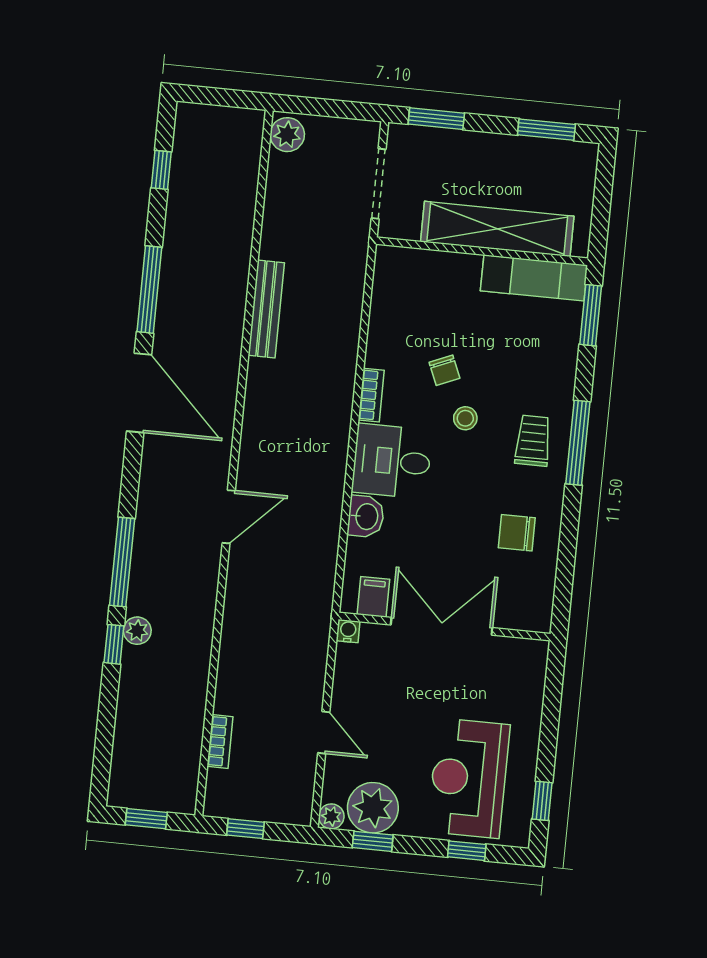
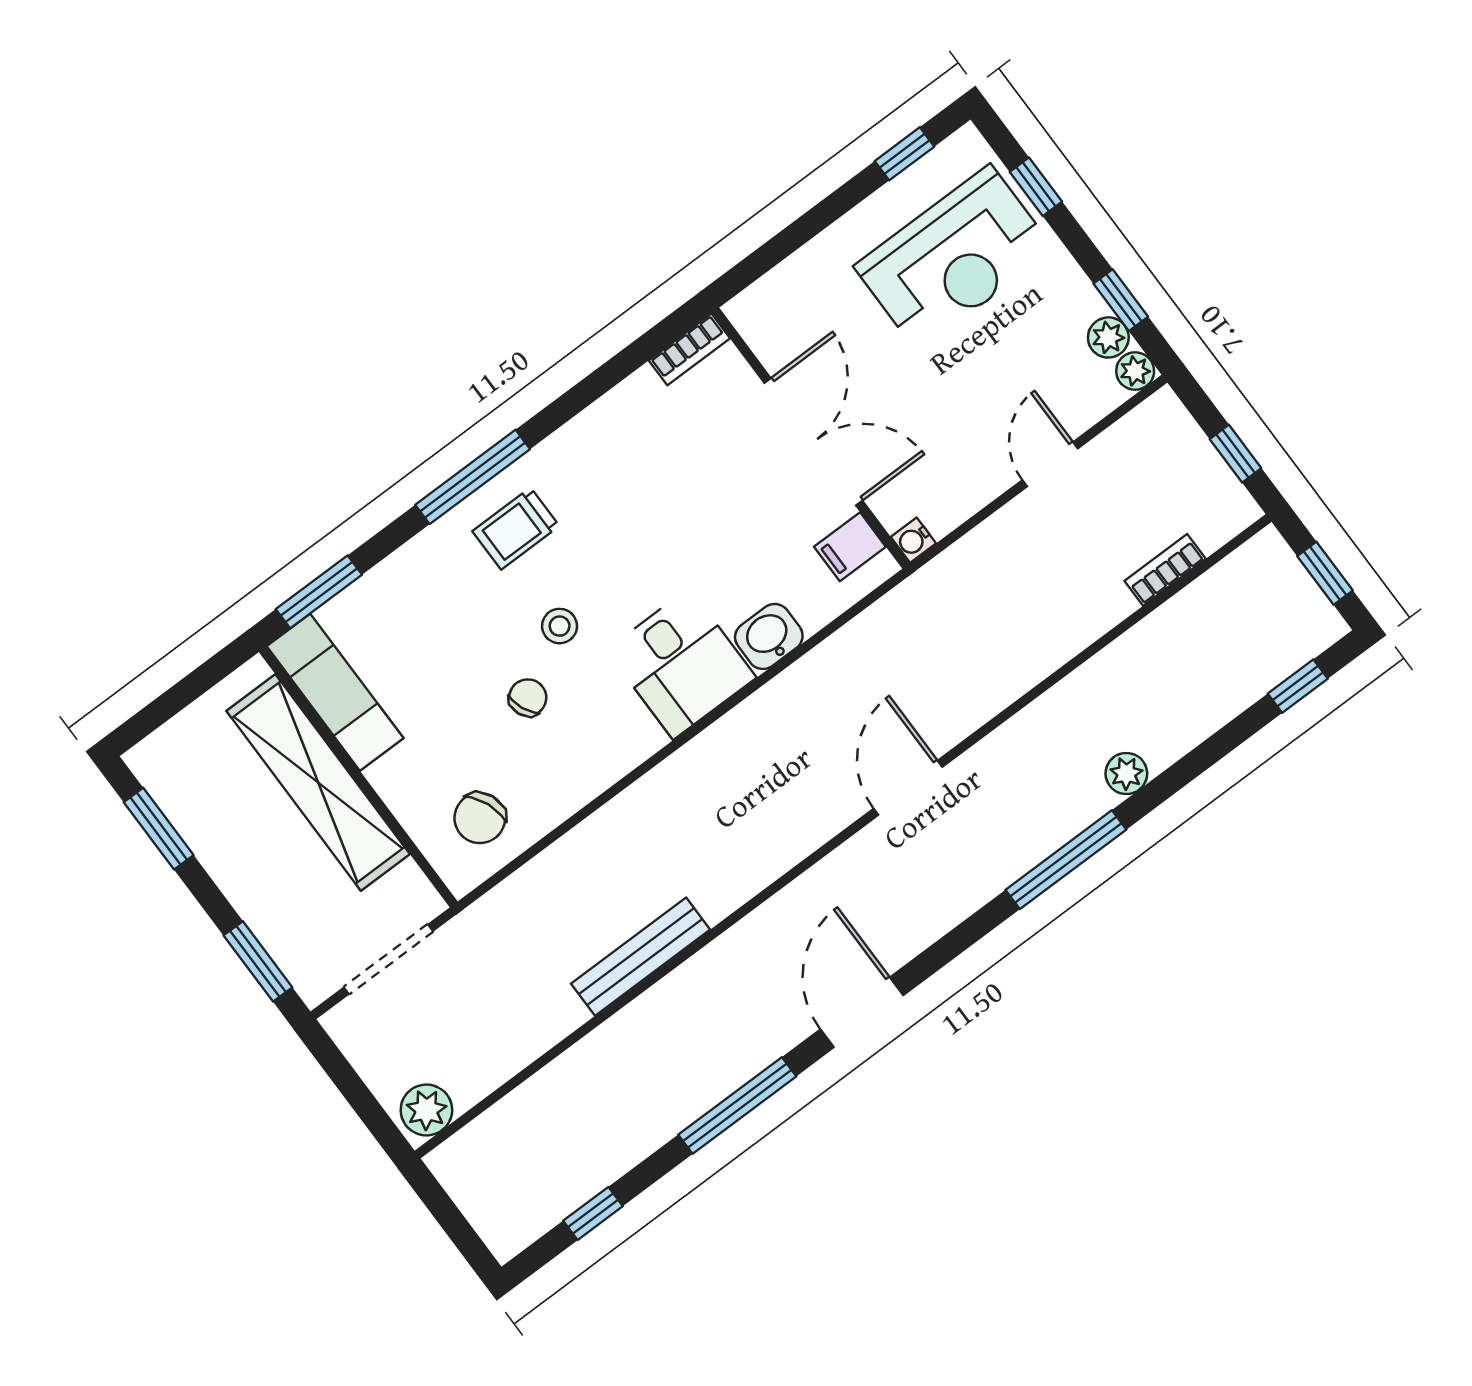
door: (139, 393) -> (862, 1012), width x0.73
bookcase: (371, 395) -> (689, 349), moved, turned 180
door: (229, 517) -> (908, 788), hinge flipped
chair: (517, 533) -> (480, 818), moved, turned 68
double door: (442, 626) -> (813, 442), swing flipped
window: (114, 644) -> (1298, 686), moved
plant: (373, 808) -> (1108, 337), width x0.53, depth x0.53

